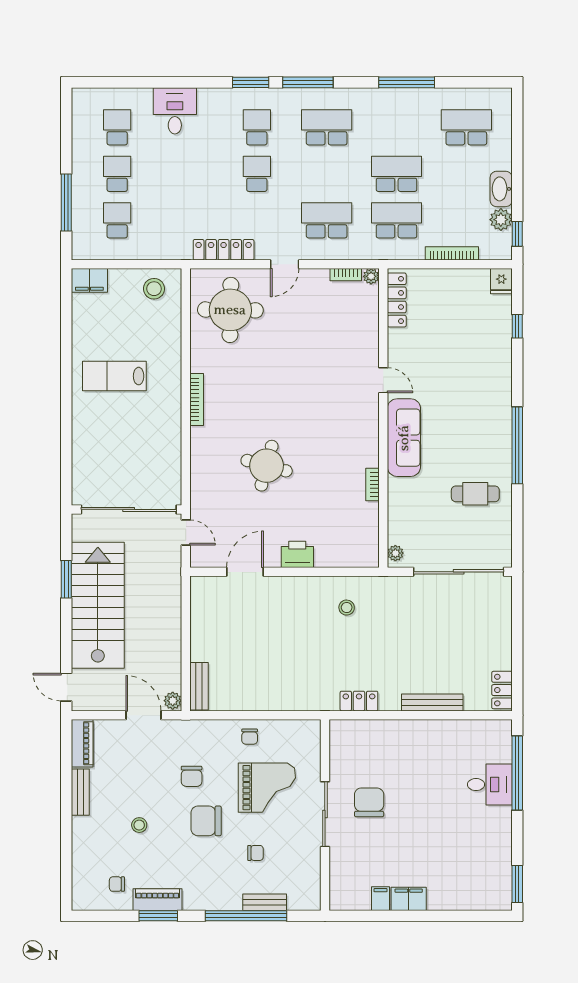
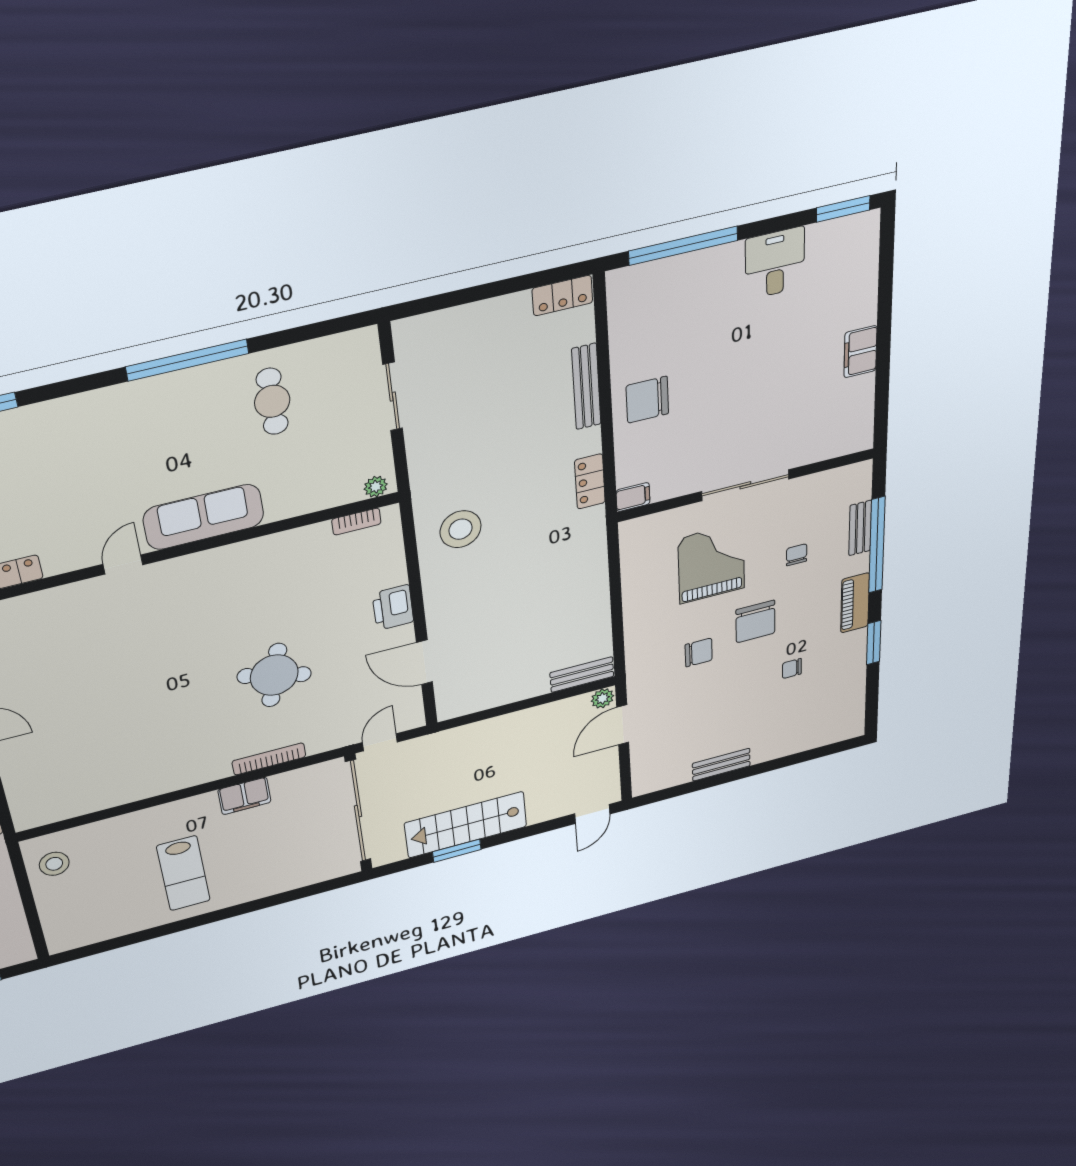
filing cabinet: (89, 280) -> (244, 796), moved, turned 90
round table: (230, 310) -> (63, 773), removed
bookcase: (197, 399) -> (269, 759), moved
bookcase: (372, 484) -> (356, 522), moved
sliding door: (459, 572) -> (393, 397), width x0.54
stairs: (98, 605) -> (466, 825), width x0.73, depth x0.66
stool: (347, 608) -> (461, 529), width x1.89, depth x1.89
chair: (250, 737) -> (645, 600), removed
piano: (82, 743) -> (661, 779), removed
desk: (490, 785) -> (775, 263), moved
chair: (369, 802) -> (647, 400), moved
stool: (139, 825) -> (761, 693), removed
chair: (117, 884) -> (792, 668), moved, turned 90
filing cabinet: (380, 899) -> (633, 497), moved, turned 180
piano: (157, 900) -> (855, 603), moved

